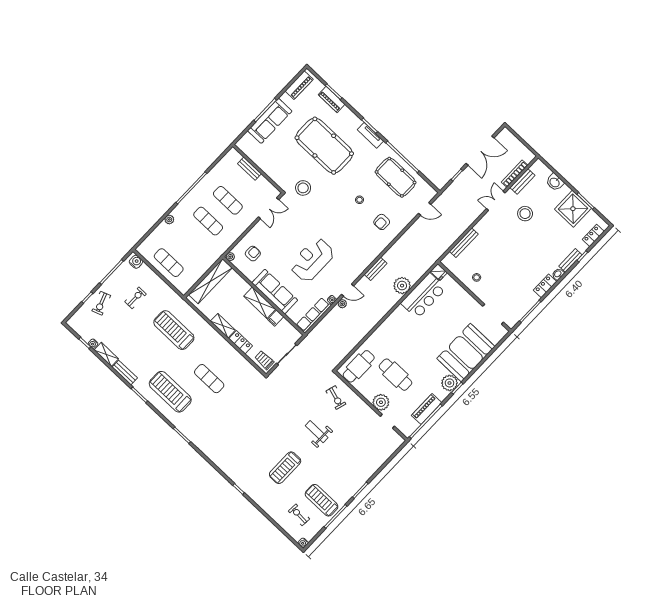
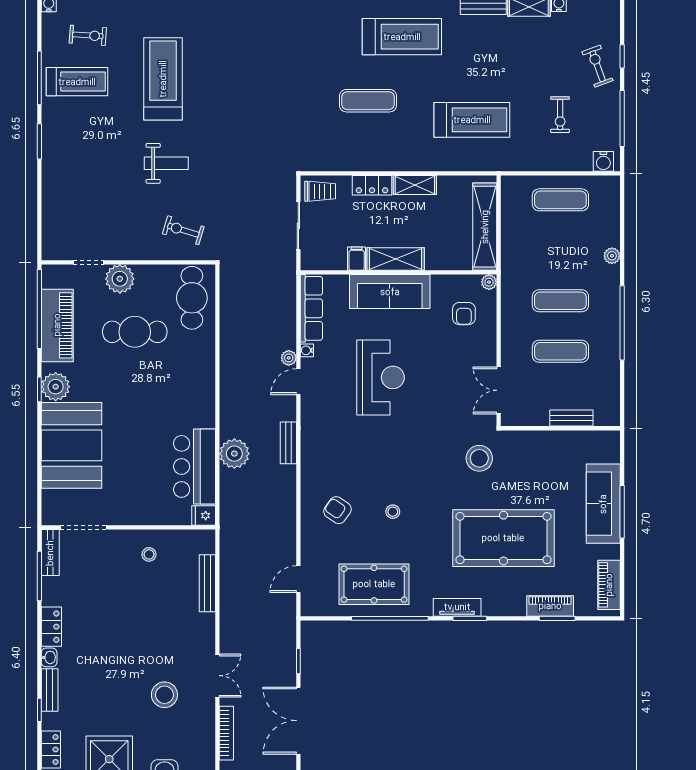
bench: (523, 182) -> (50, 553), moved
armchair: (382, 222) -> (337, 510), turned -55
piano: (427, 409) -> (57, 325), width x1.37, depth x1.33
treadmill: (285, 468) -> (163, 79), width x1.37, depth x1.37

